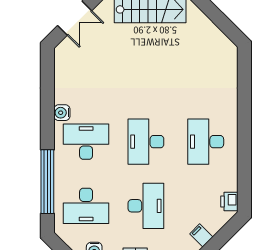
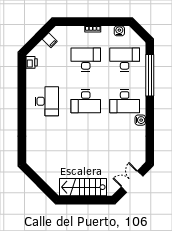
desk: (146, 142) -> (86, 101), turned 90
desk: (146, 206) -> (86, 60), turned 90

